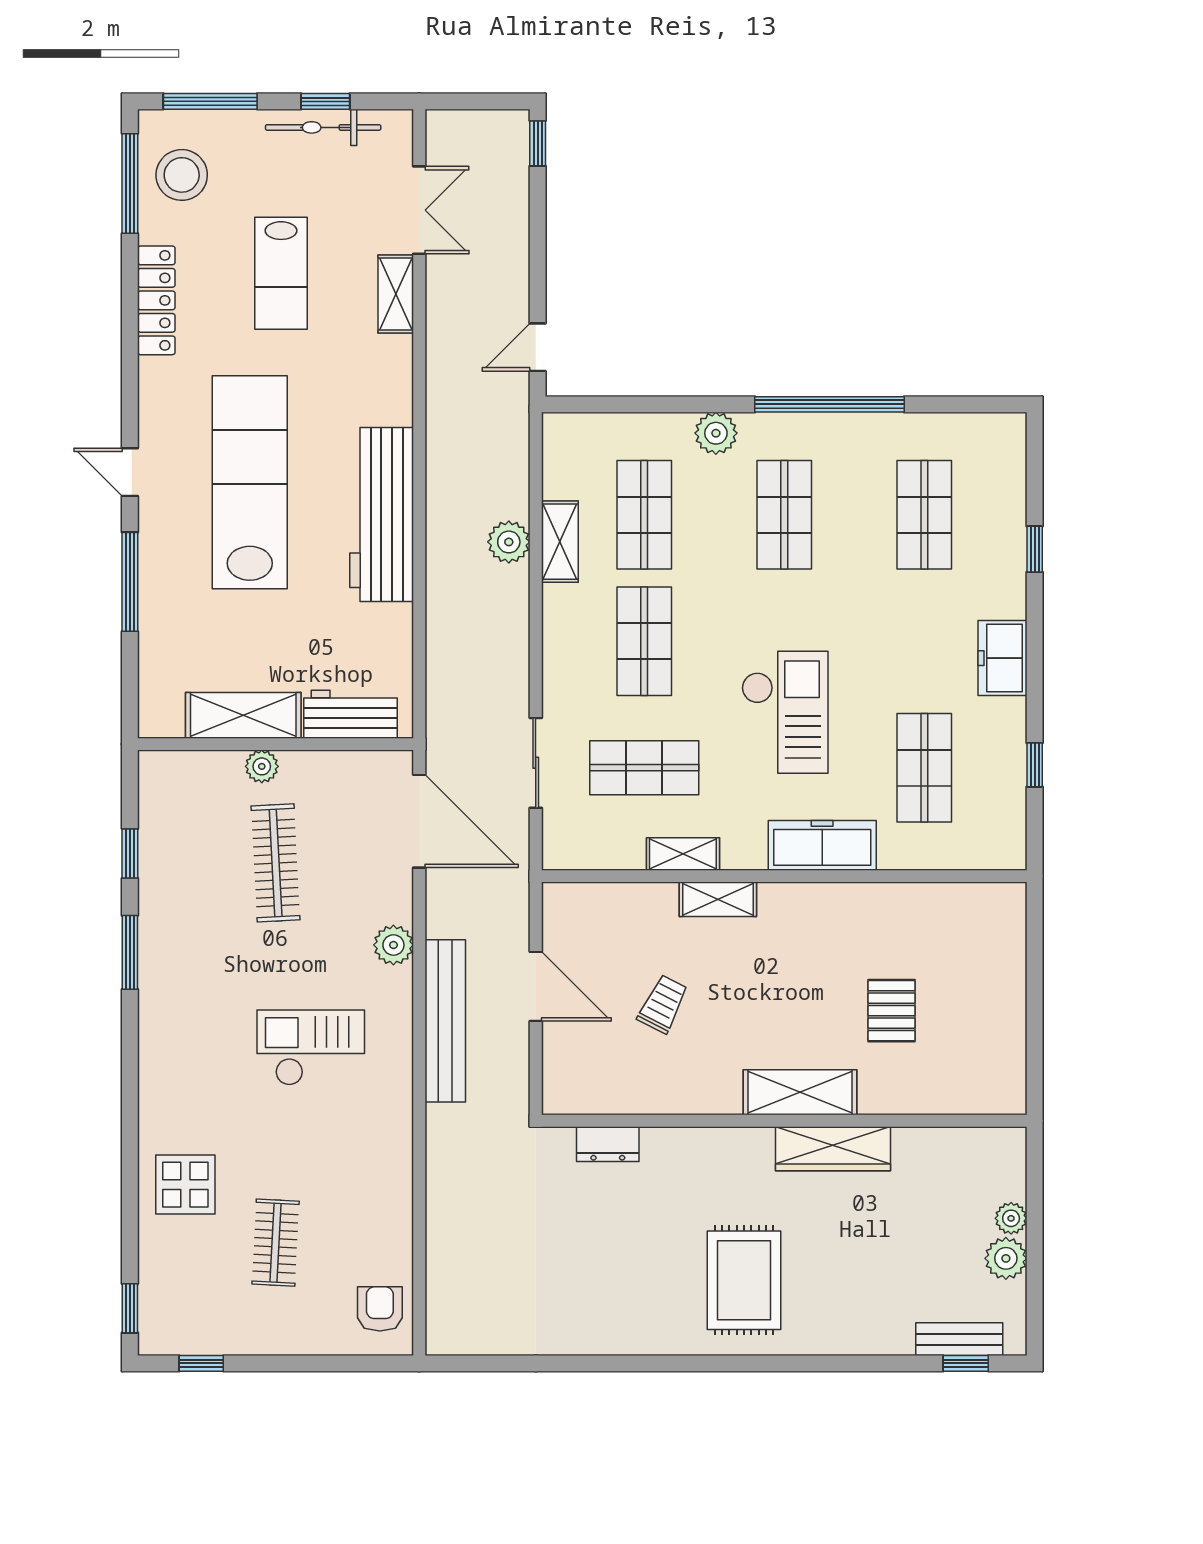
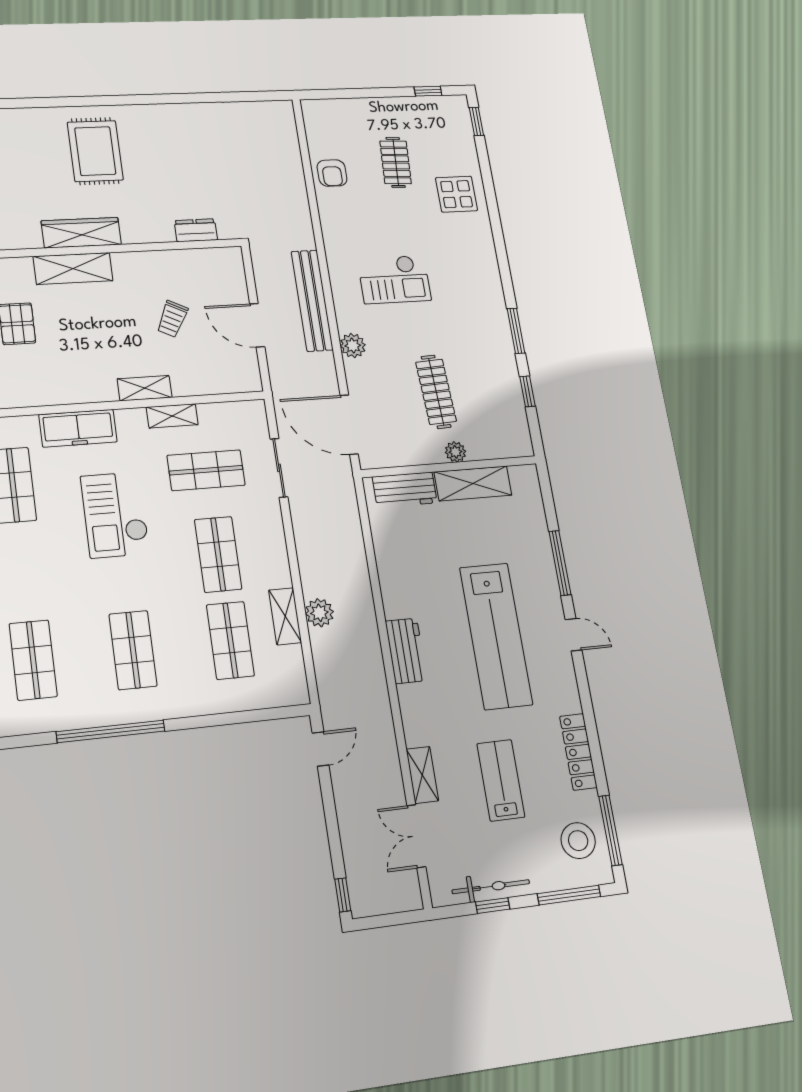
plant: (716, 433) -> (189, 702), removed
workbench: (382, 515) -> (406, 651), width x0.53, depth x0.76
wardrobe: (833, 1149) -> (81, 233), moved
armchair: (380, 1309) -> (332, 173), moved

